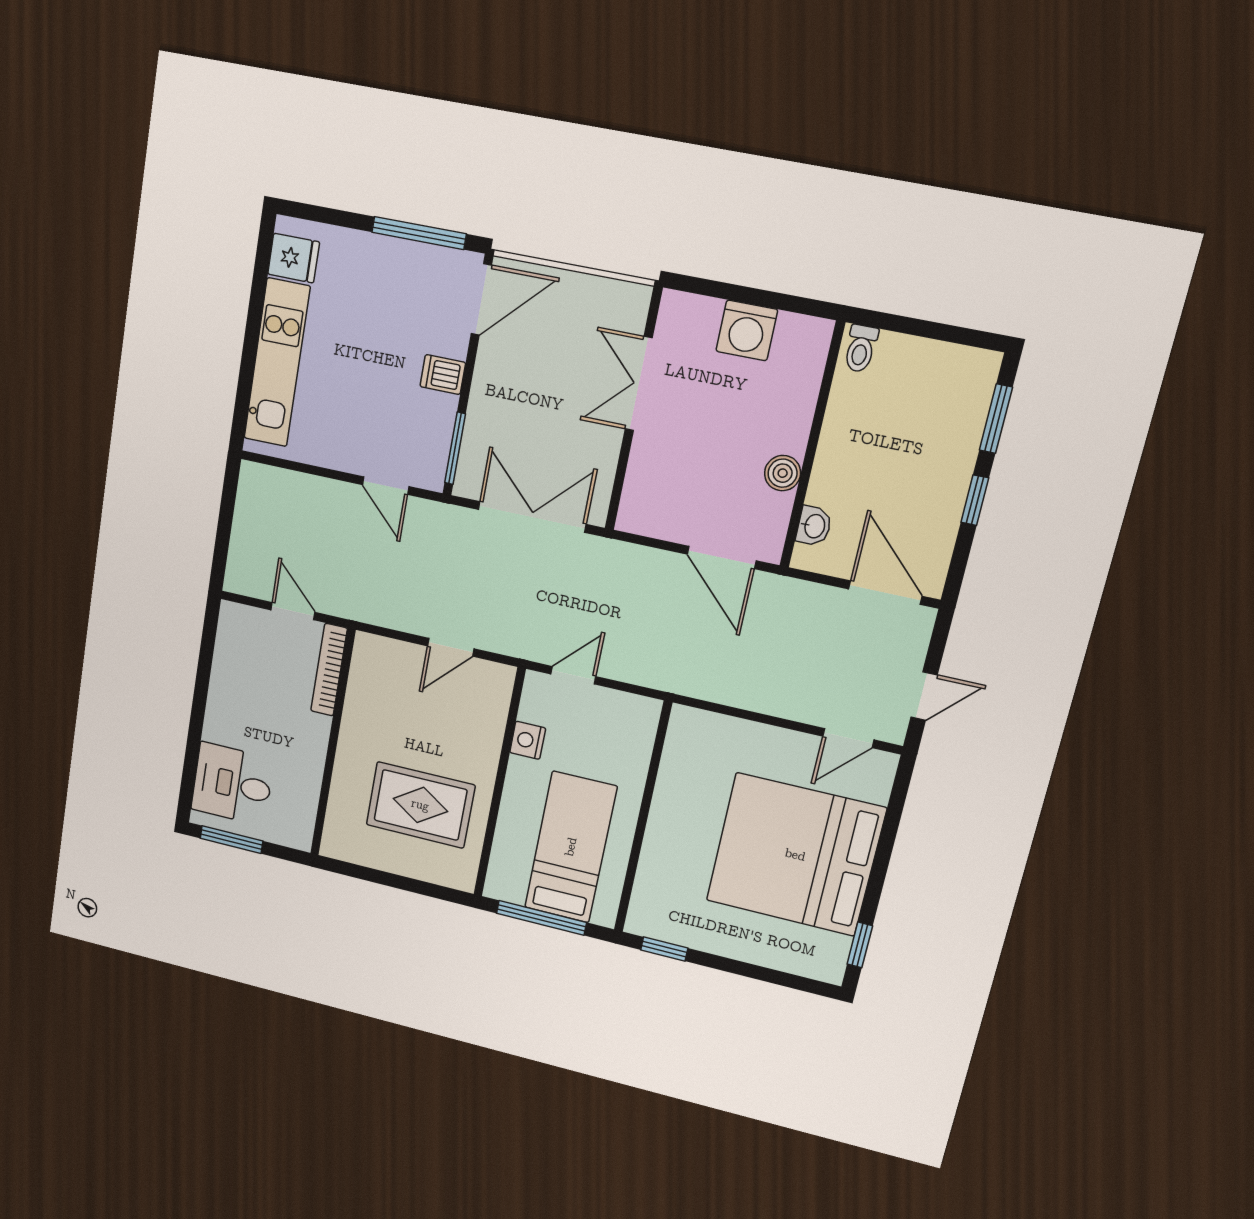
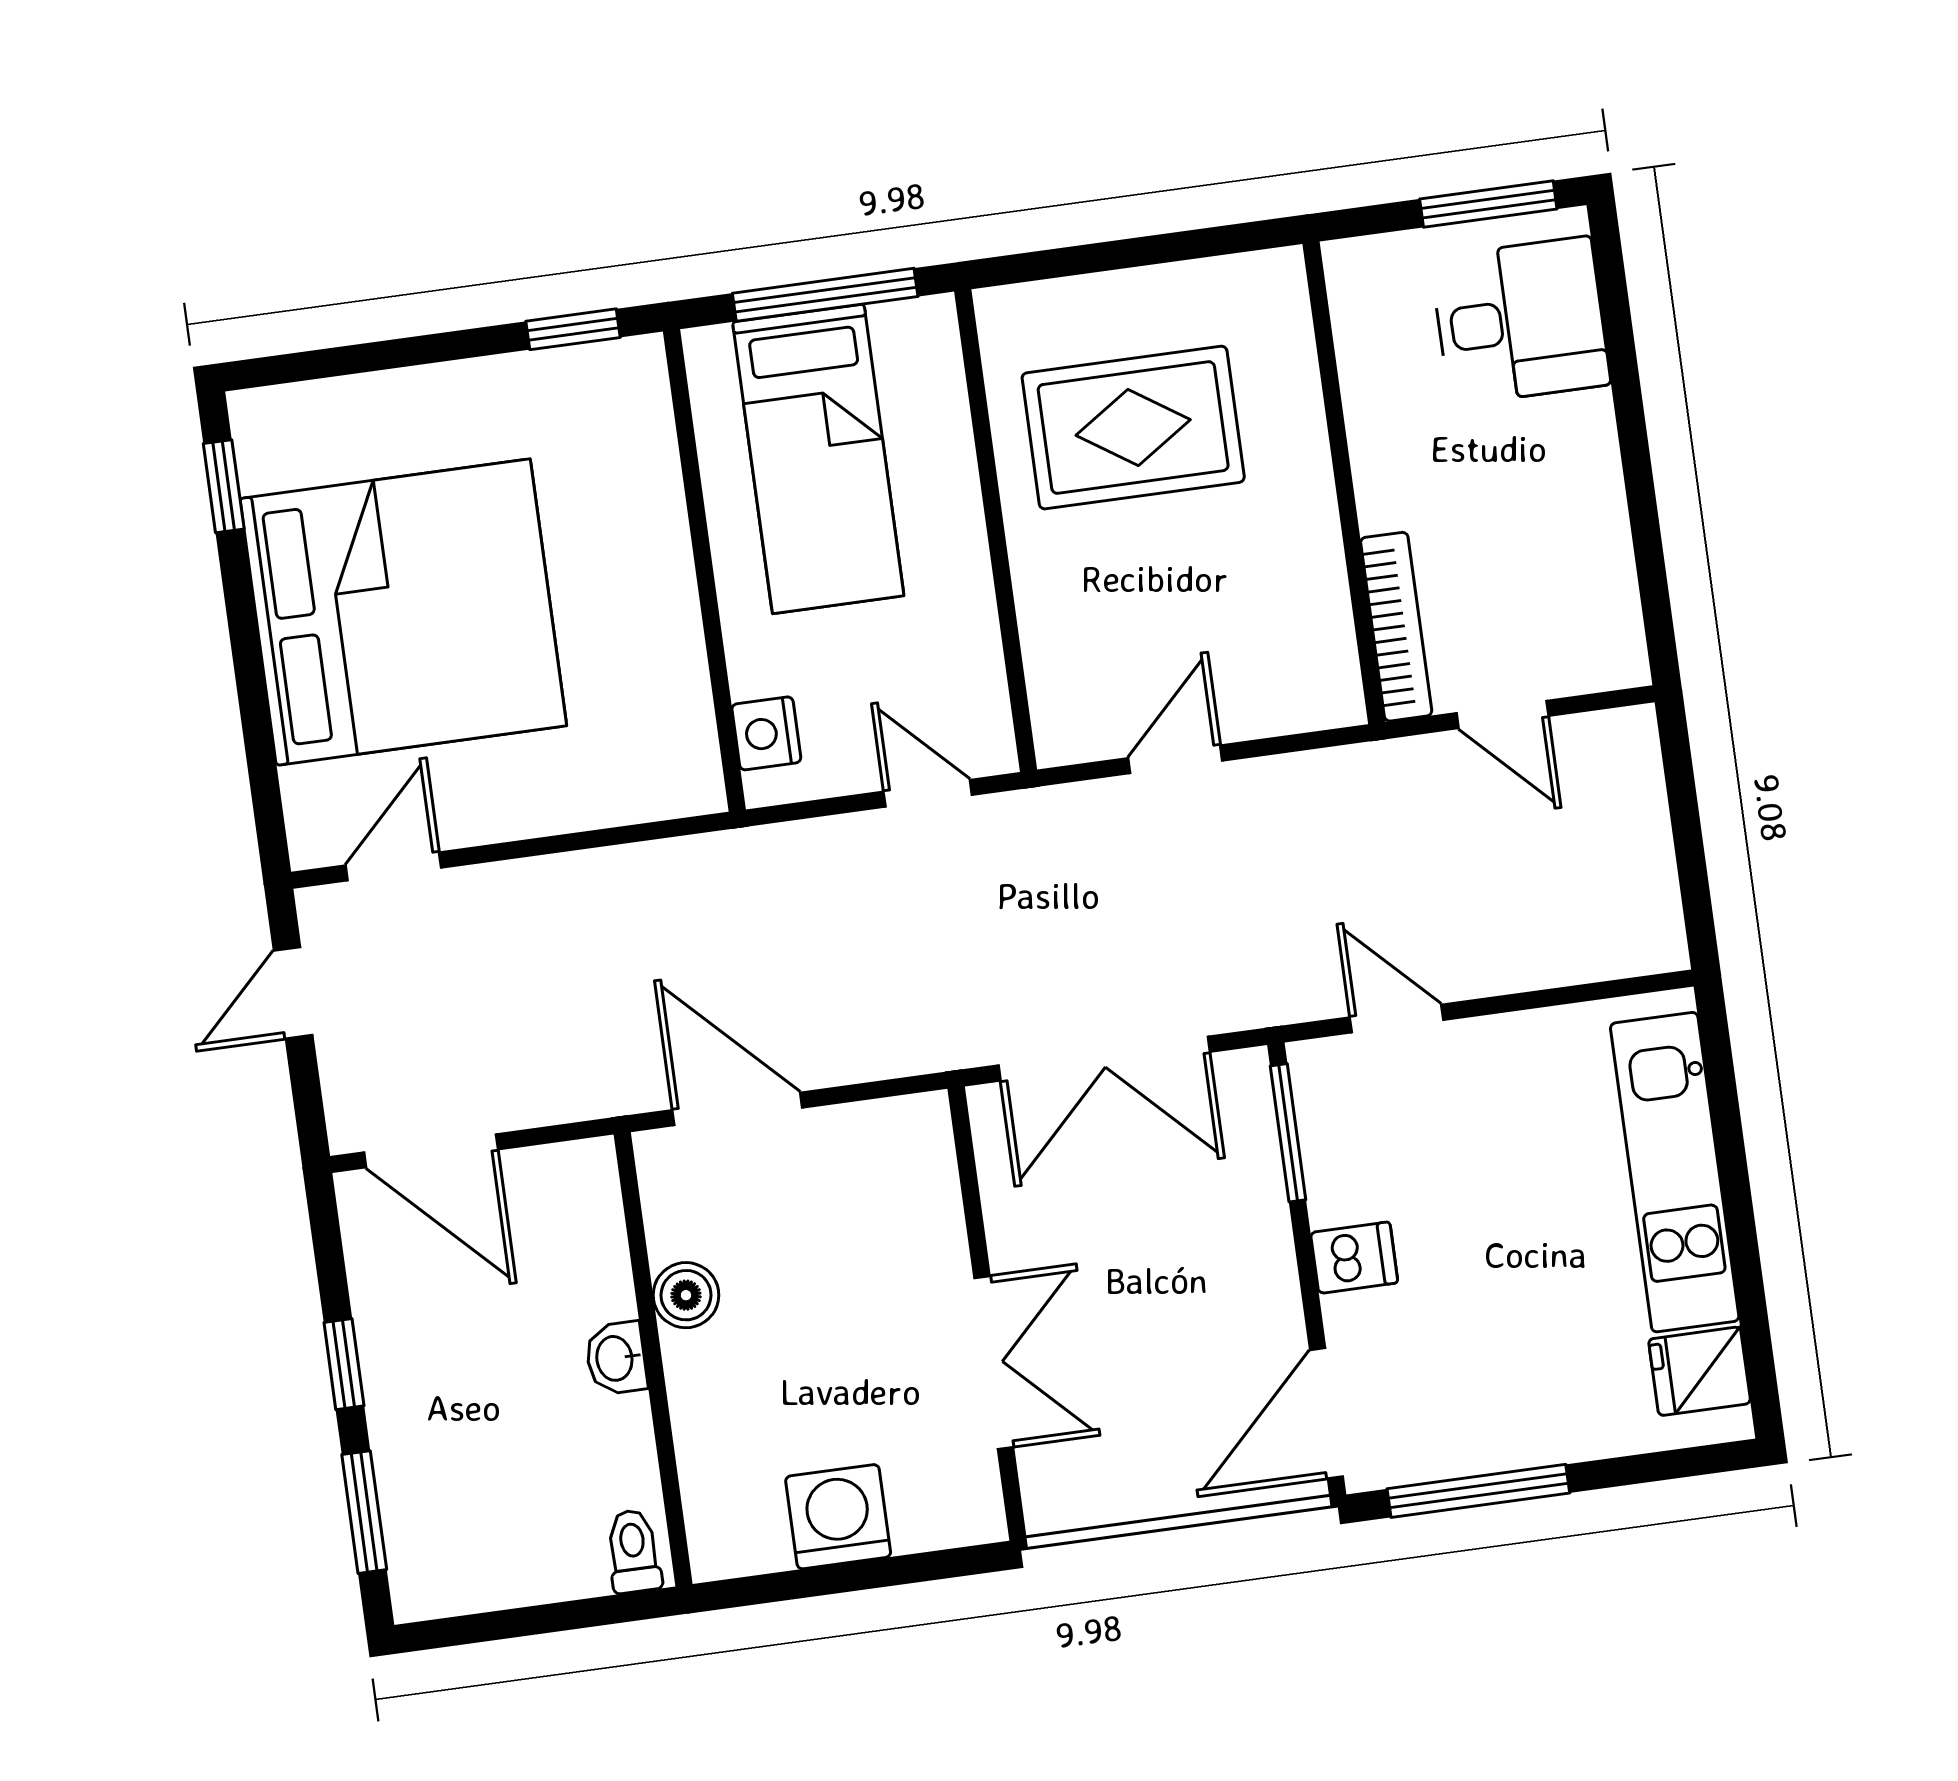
washbasin: (814, 526) -> (616, 1358), moved
door: (573, 675) -> (928, 793), swing flipped
nightstand: (528, 740) -> (766, 733), moved, turned 180

